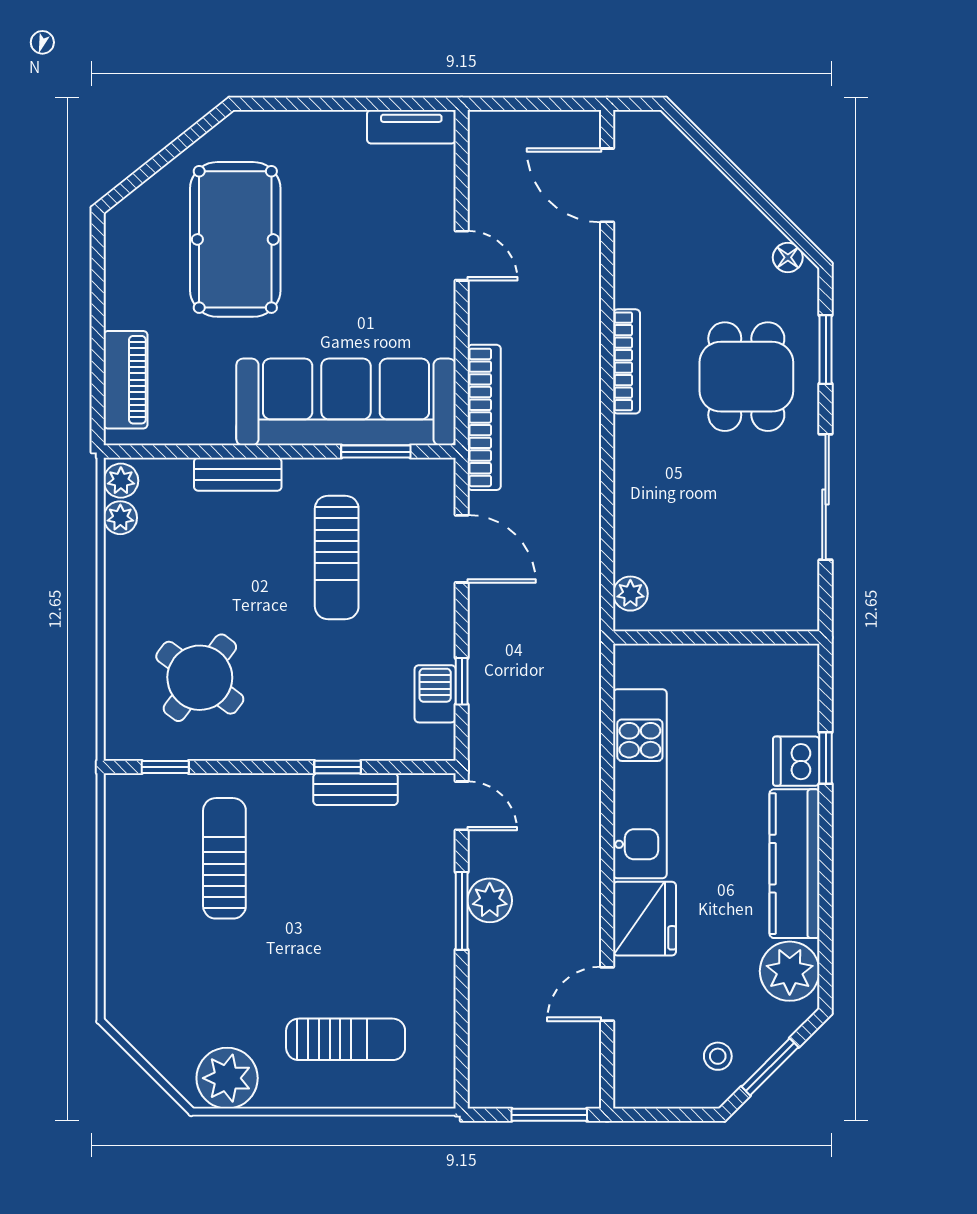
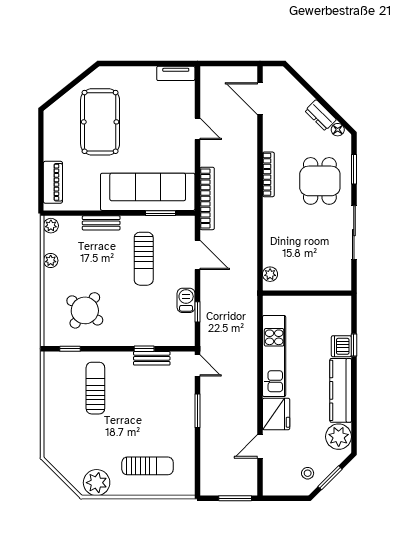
dresser: (748, 224) -> (321, 115), added
plant: (120, 518) -> (51, 260), moved
barbecue: (435, 694) -> (186, 300), moved
plant: (490, 900) -> (210, 406), removed

